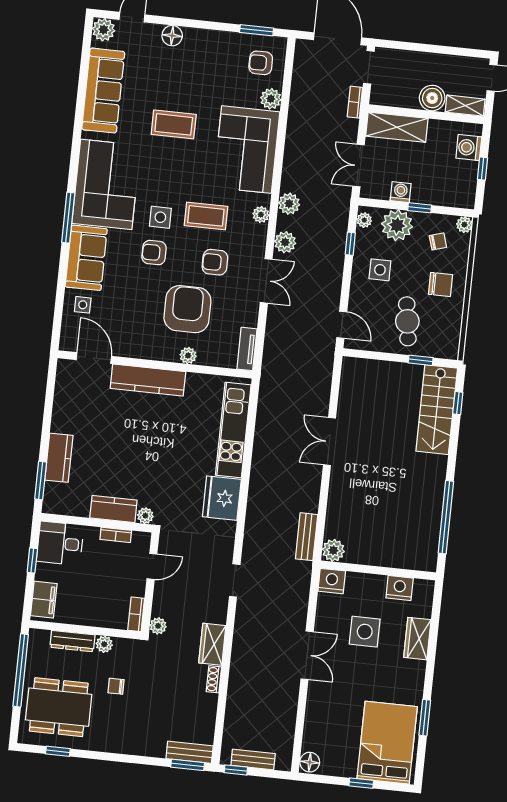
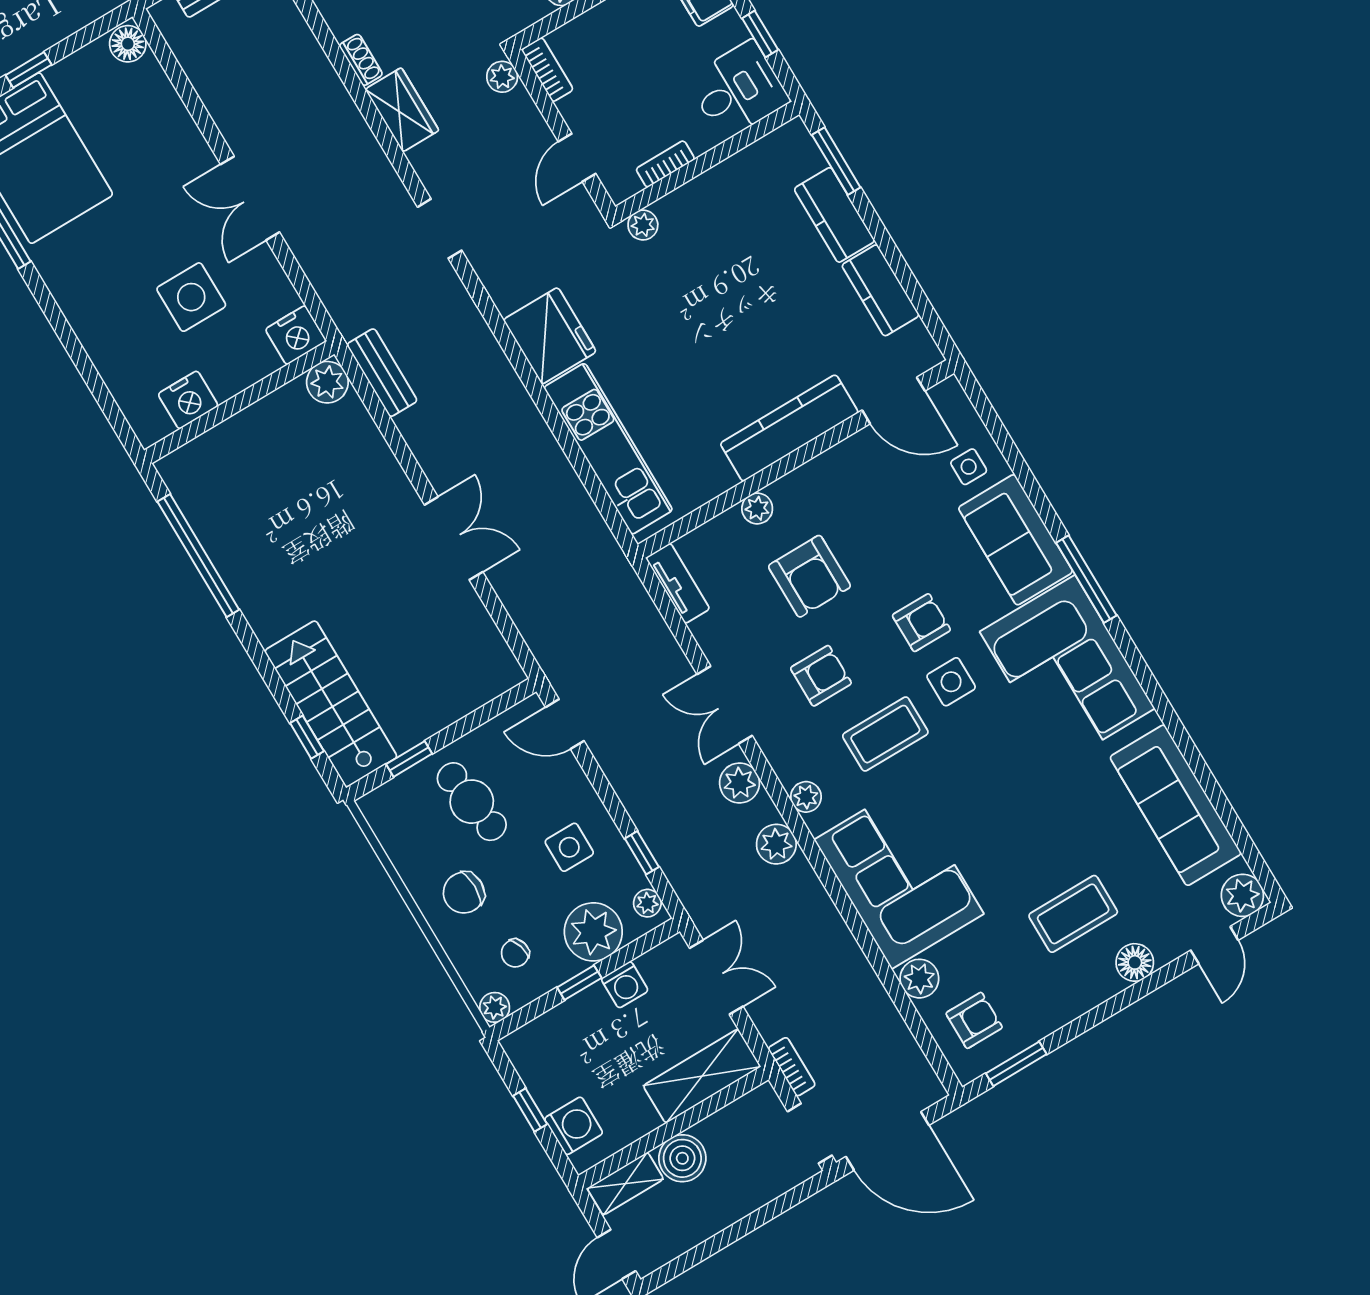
coffee table: (174, 124) -> (1073, 914), moved
armchair: (187, 309) -> (809, 576), width x0.73, depth x0.73
kitchen counter: (113, 509) -> (881, 290), moved, turned 90
wardrobe: (417, 639) -> (106, 345), removed

